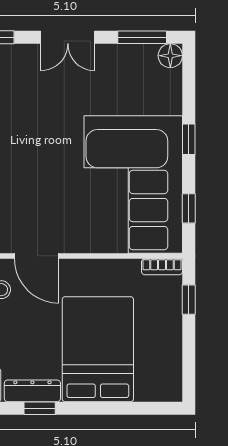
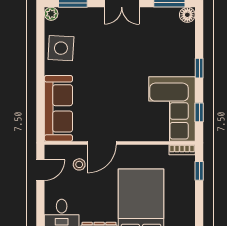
corner sofa: (133, 185) -> (172, 109), width x0.73, depth x0.74
door: (37, 256) -> (102, 143), hinge flipped

